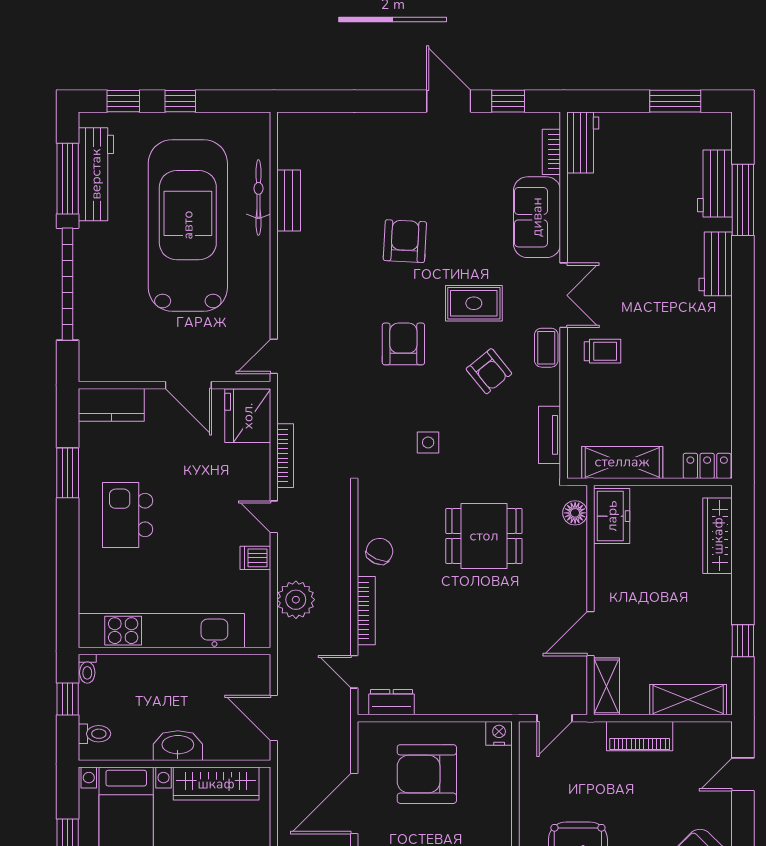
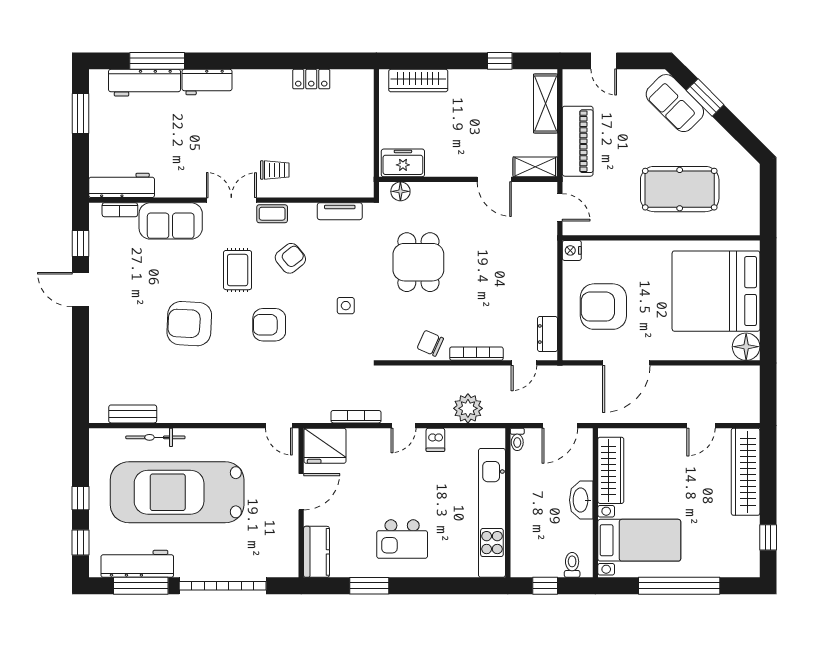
door: (449, 101) -> (81, 290), hinge flipped
workbench: (583, 143) -> (122, 185), width x1.38
workbench: (715, 184) -> (145, 83), width x1.38
bench: (289, 200) -> (133, 414), moved
armchair: (405, 241) -> (189, 324), width x1.36, depth x1.36
trolley: (603, 351) -> (275, 170), turned 90
shelving: (622, 462) -> (361, 155), removed
locker: (707, 466) -> (311, 79), moved, turned -90
toilet: (87, 669) -> (517, 439), moved, turned 90
piano: (640, 736) -> (578, 141), width x1.37, depth x1.33
armchair: (427, 774) -> (603, 307), turned 90
door: (354, 804) -> (626, 363), hinge flipped

